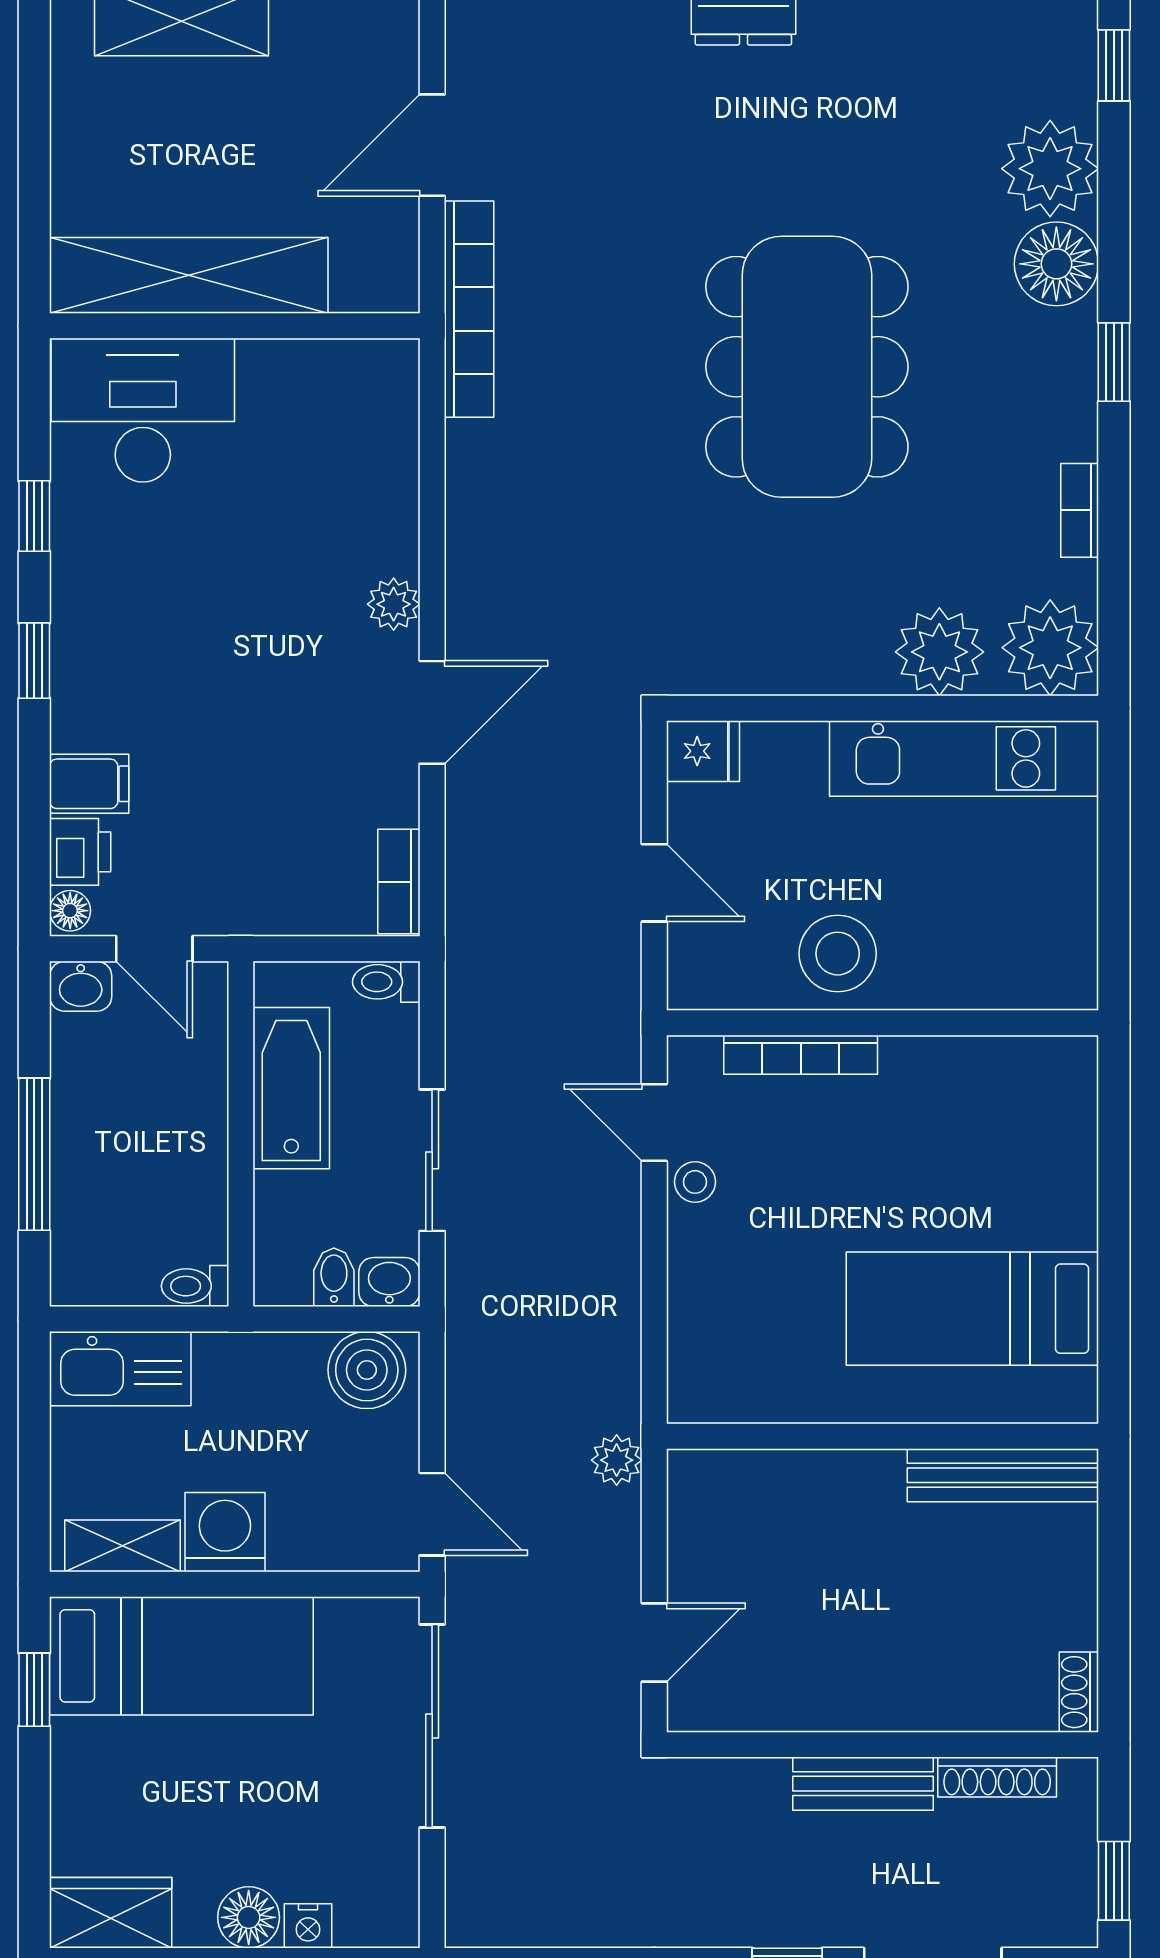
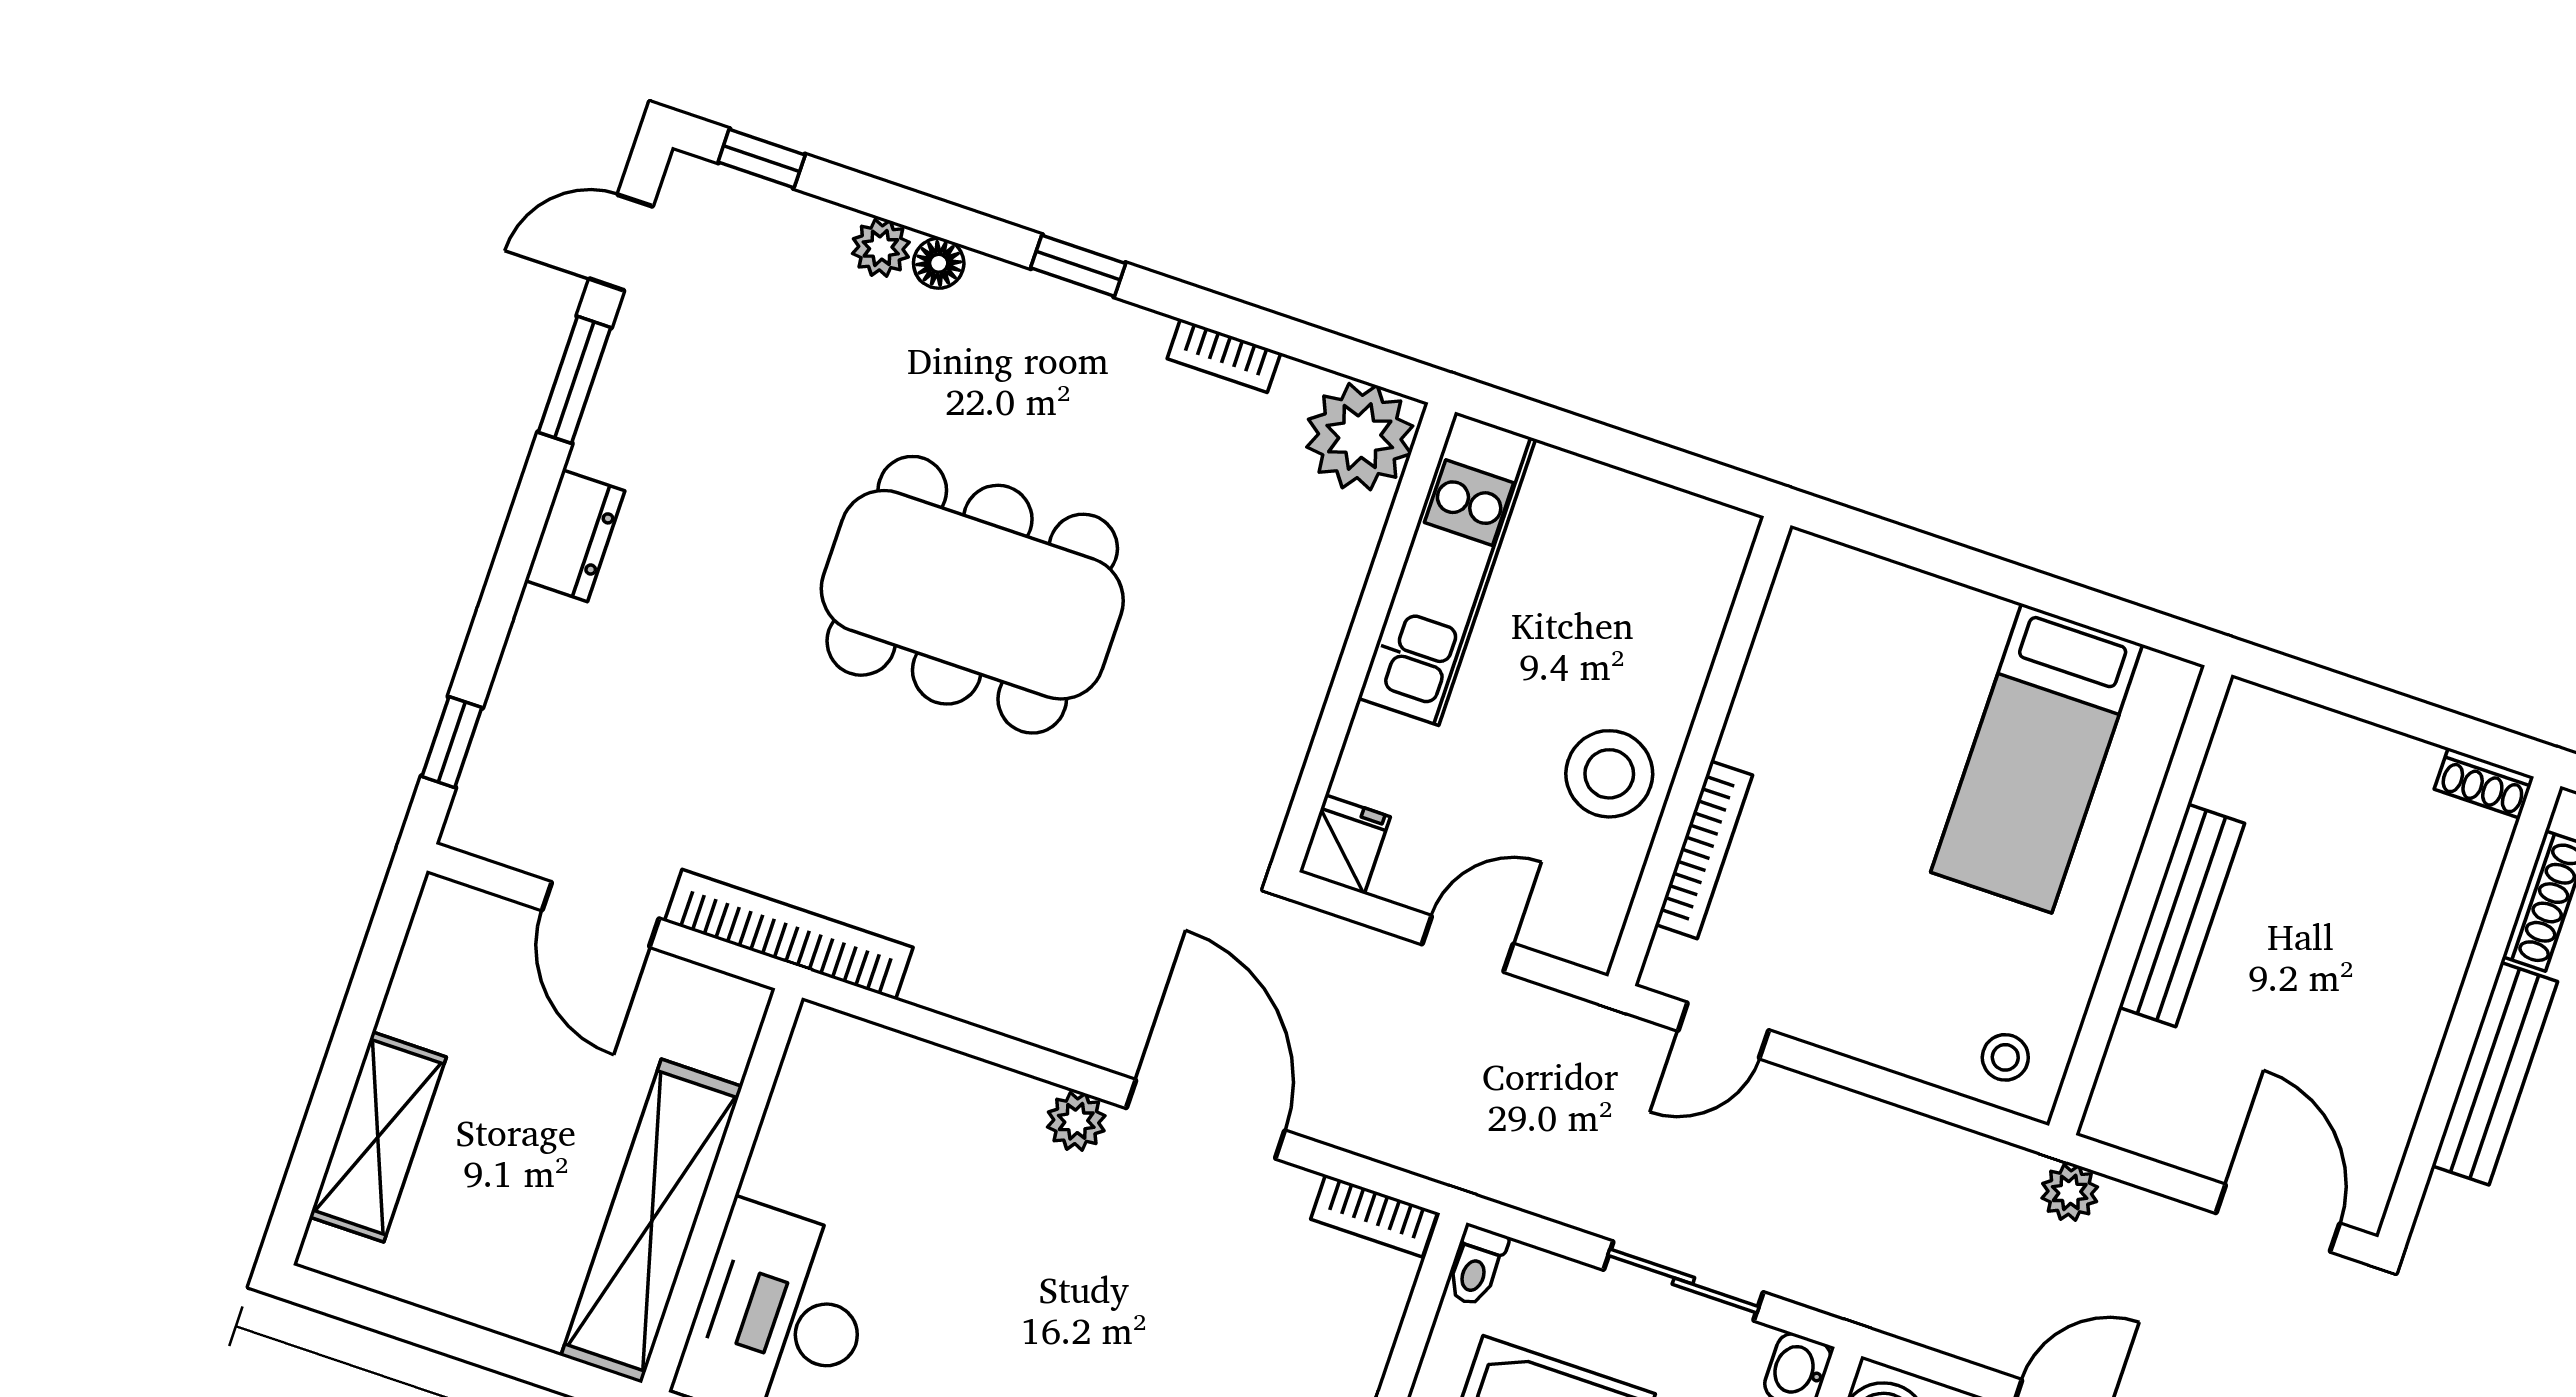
plant: (1050, 169) -> (881, 248), width x0.53, depth x0.53
floor lamp: (1056, 264) -> (939, 263), width x0.53, depth x0.53
plant: (939, 652) -> (1324, 556), removed
door: (432, 712) -> (1206, 1119), width x1.36
stool: (695, 1182) -> (2005, 1057), moved
bench: (1003, 1475) -> (2182, 915), moved
door: (654, 1642) -> (2278, 1218), width x1.37
bench: (863, 1784) -> (2495, 1074), width x1.36

